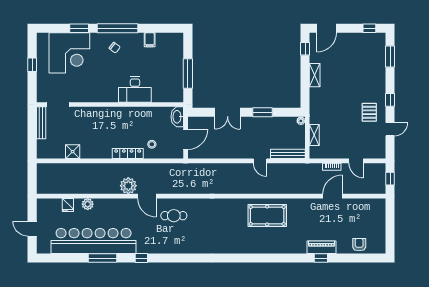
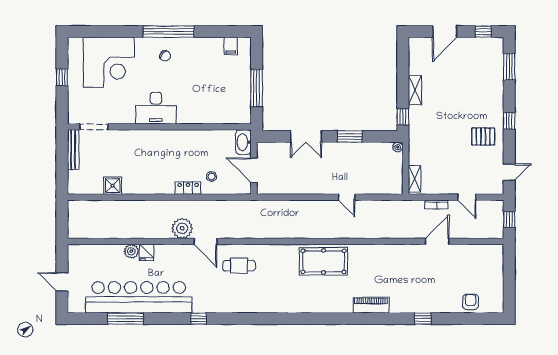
window: (79, 28) -> (121, 32), removed
door: (327, 28) -> (445, 32), moved
filing cabinet: (150, 40) -> (231, 46), moved
window: (305, 49) -> (403, 117), moved
desk: (135, 90) -> (156, 108), moved
pallet: (369, 112) -> (483, 137), turned 90
door: (390, 129) -> (509, 172), moved
shelving: (314, 135) -> (414, 179), moved
door: (186, 139) -> (254, 170), swing flipped
locker: (128, 154) -> (188, 188), width x0.66
bench: (288, 154) -> (381, 188), removed
fridge: (68, 205) -> (146, 252), moved
pool table: (267, 215) -> (324, 261), moved
piano: (321, 247) -> (371, 305), moved
window: (102, 258) -> (126, 319), moved

